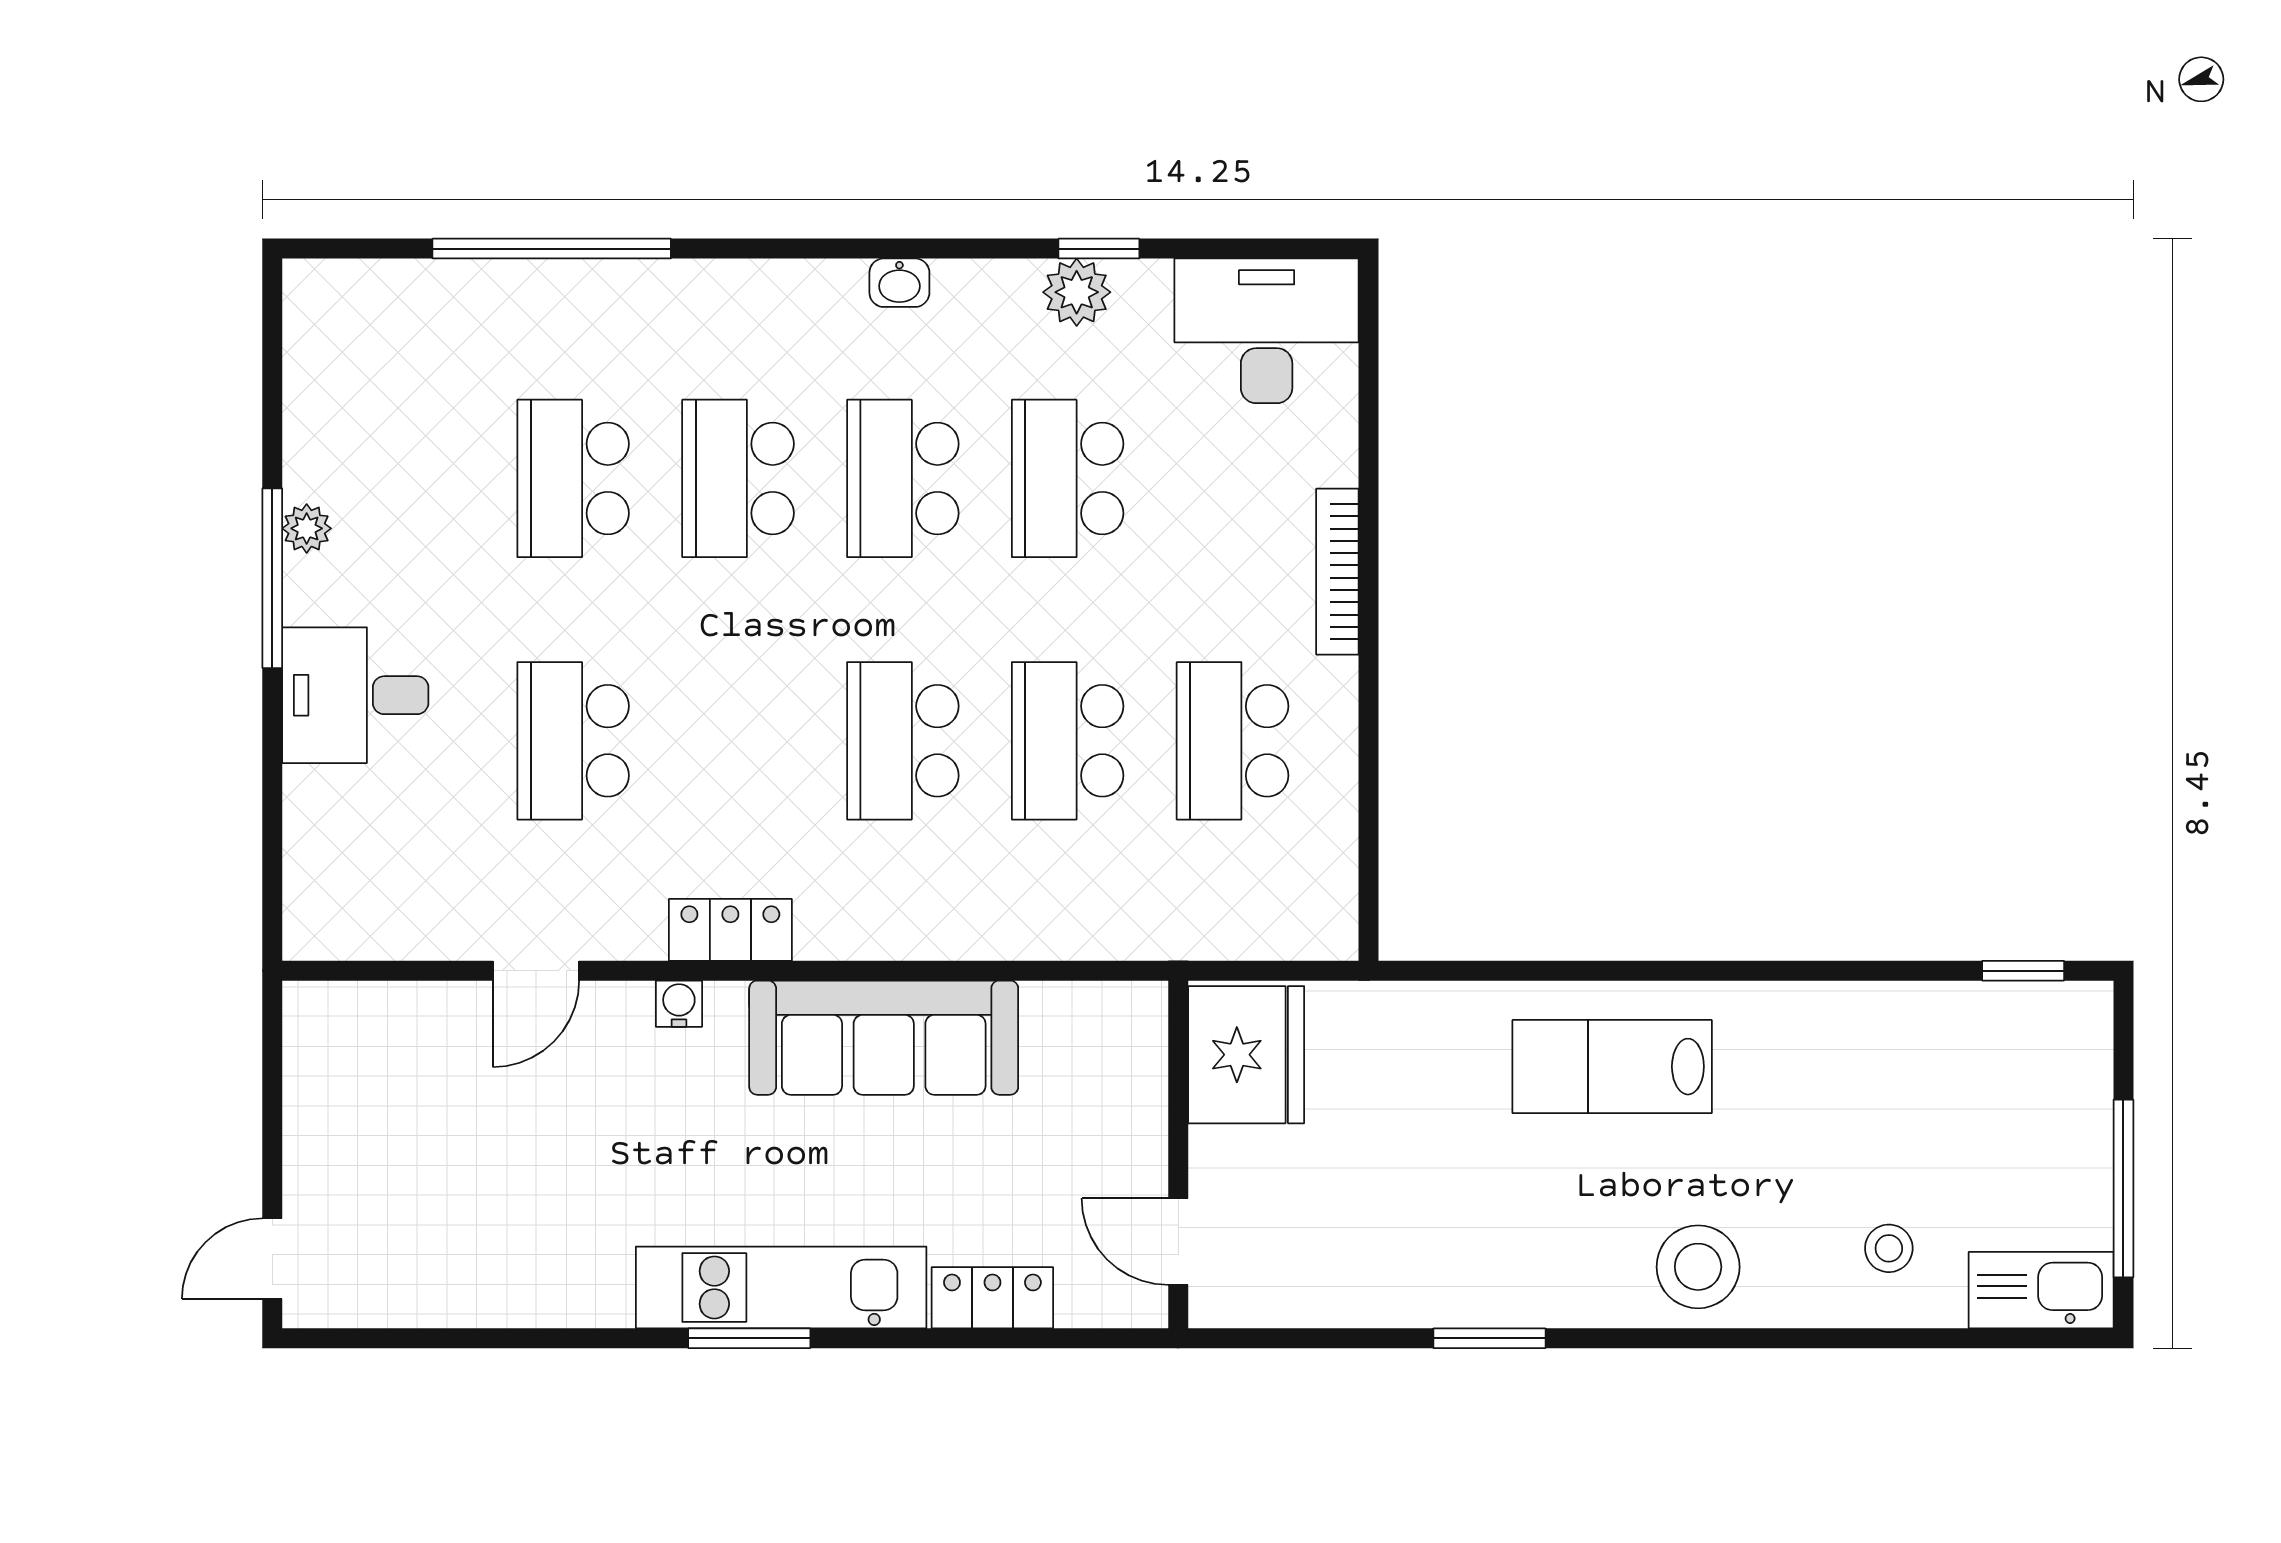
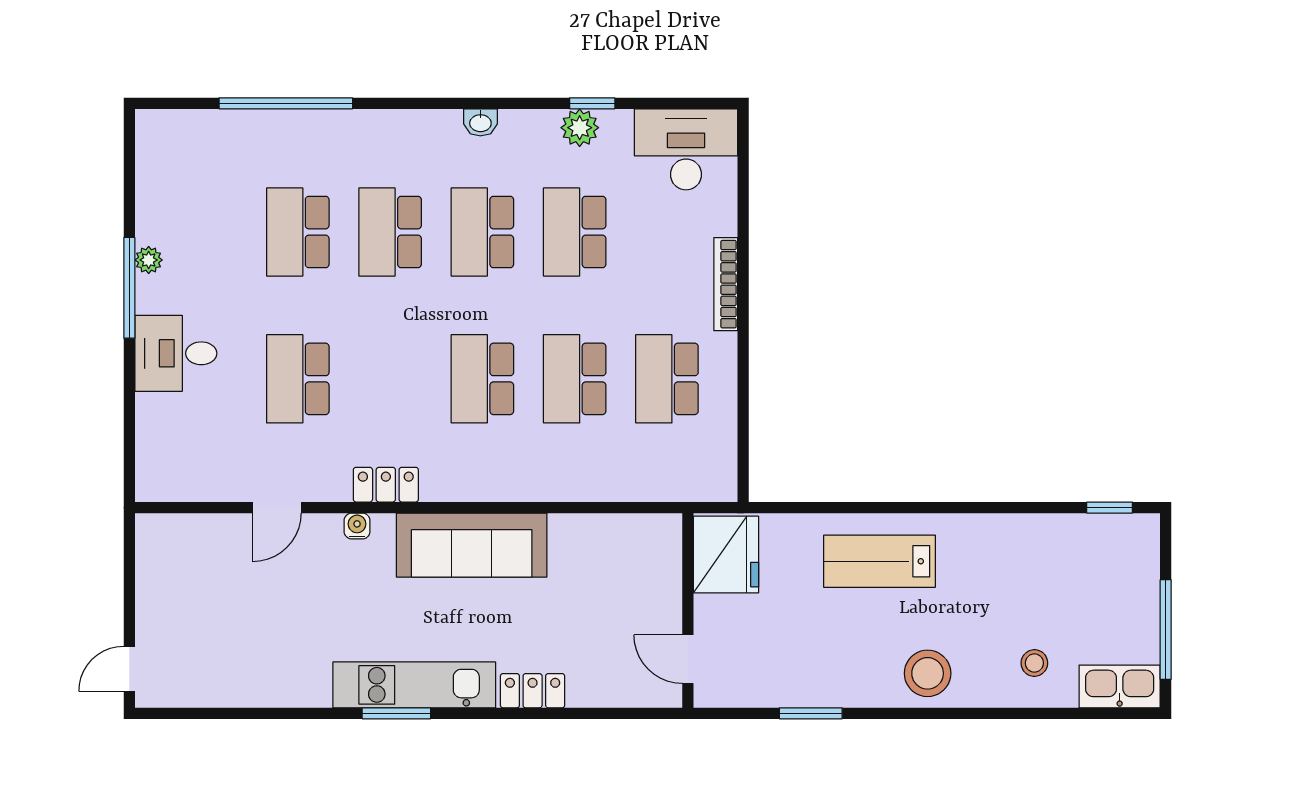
fridge: (1246, 1055) -> (726, 555), moved
wall: (1178, 1154) -> (688, 610), moved
door: (1178, 1241) -> (688, 659), moved

